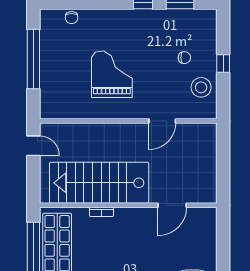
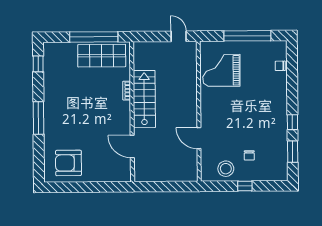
grand piano: (112, 74) -> (221, 70), moved, turned 180
door: (33, 146) -> (179, 36), swing flipped
stairs: (99, 183) -> (144, 99), width x0.73, depth x0.66

